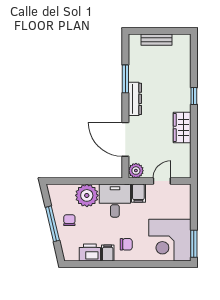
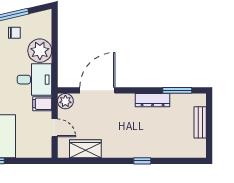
window: (125, 79) -> (177, 90), moved
dresser: (135, 99) -> (153, 100), moved
wardrobe: (182, 127) -> (85, 149), moved

